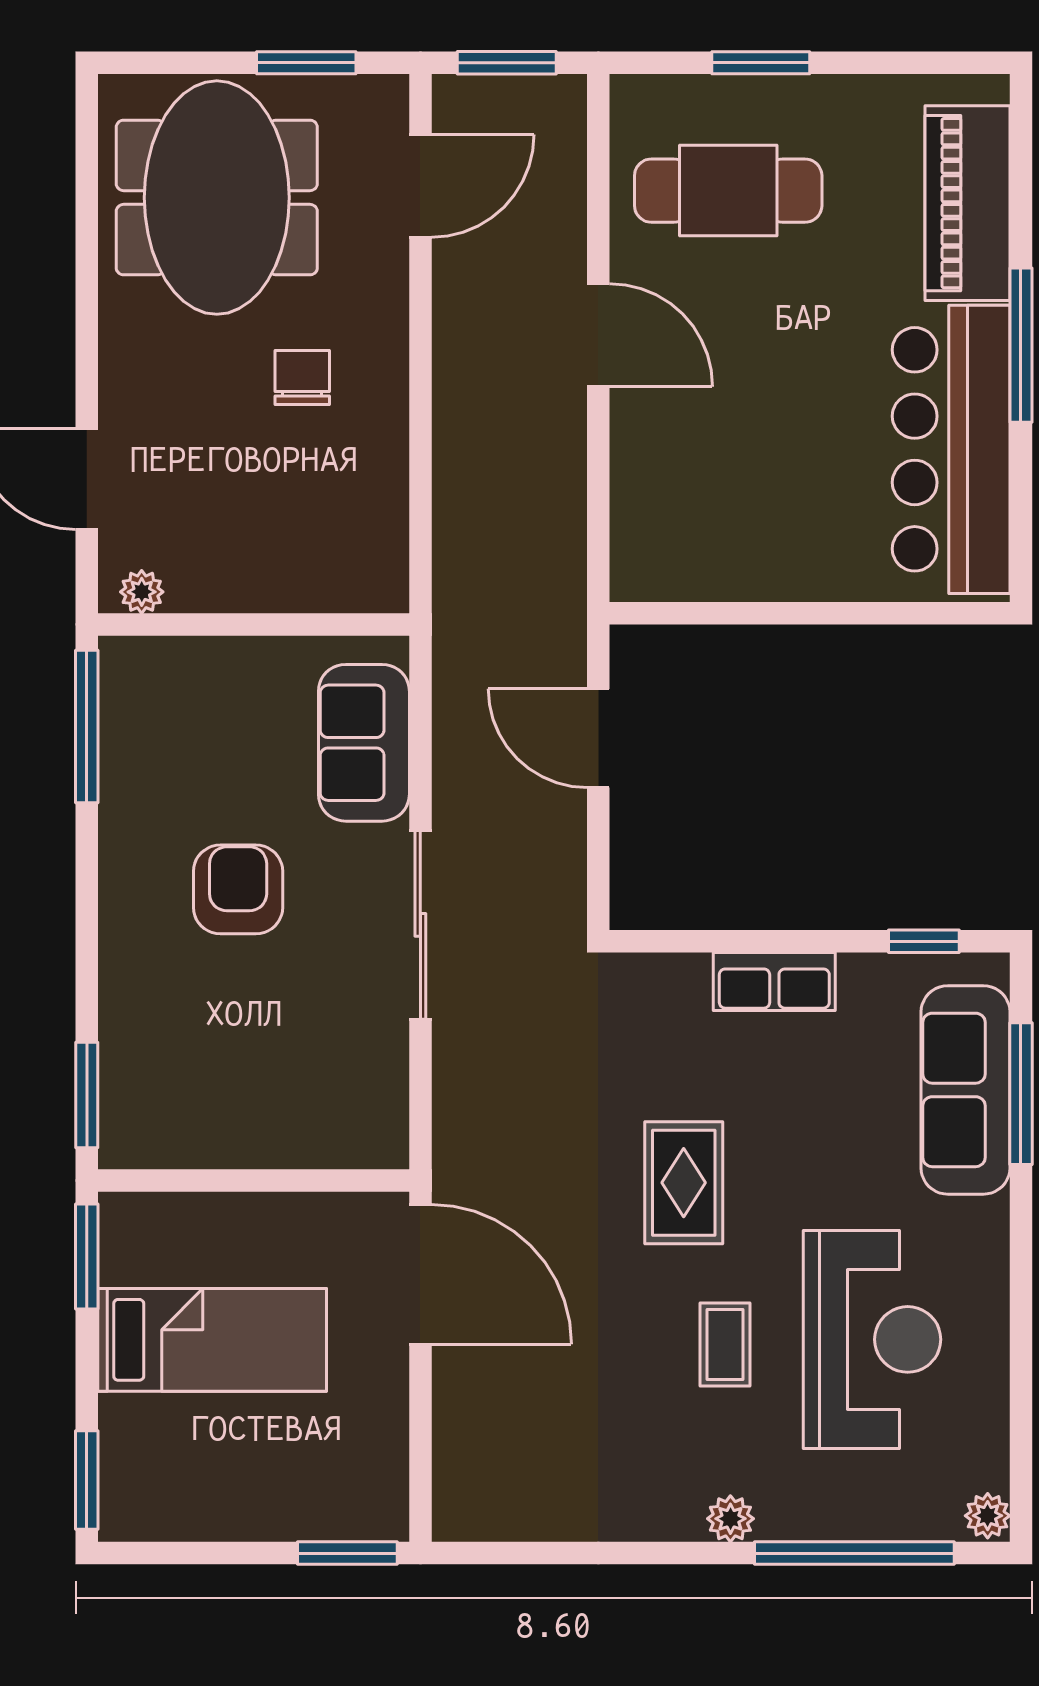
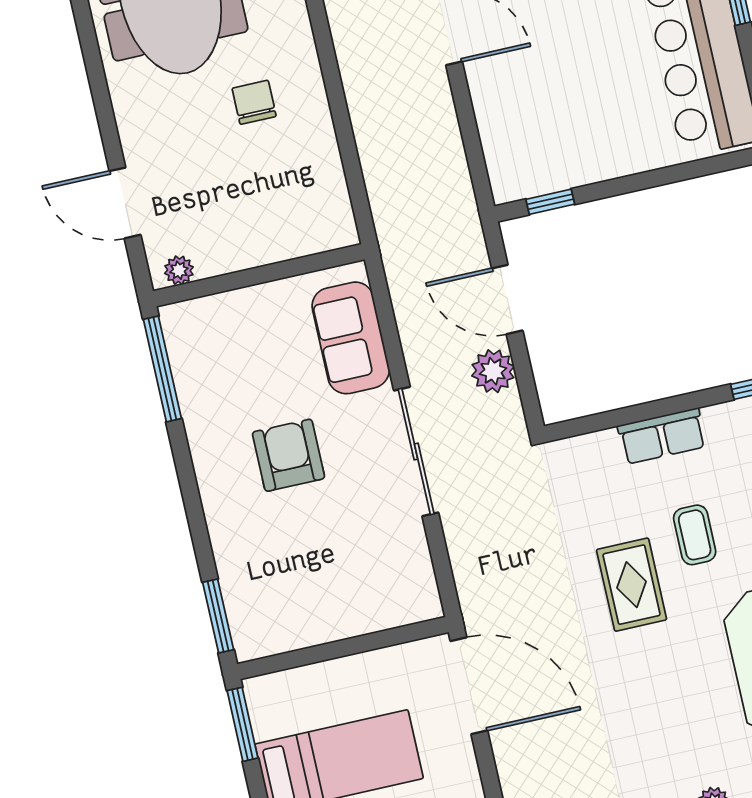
window: (691, 613) -> (550, 202), added
plant: (555, 835) -> (493, 371), added
coffee table: (725, 1345) -> (695, 535), moved

